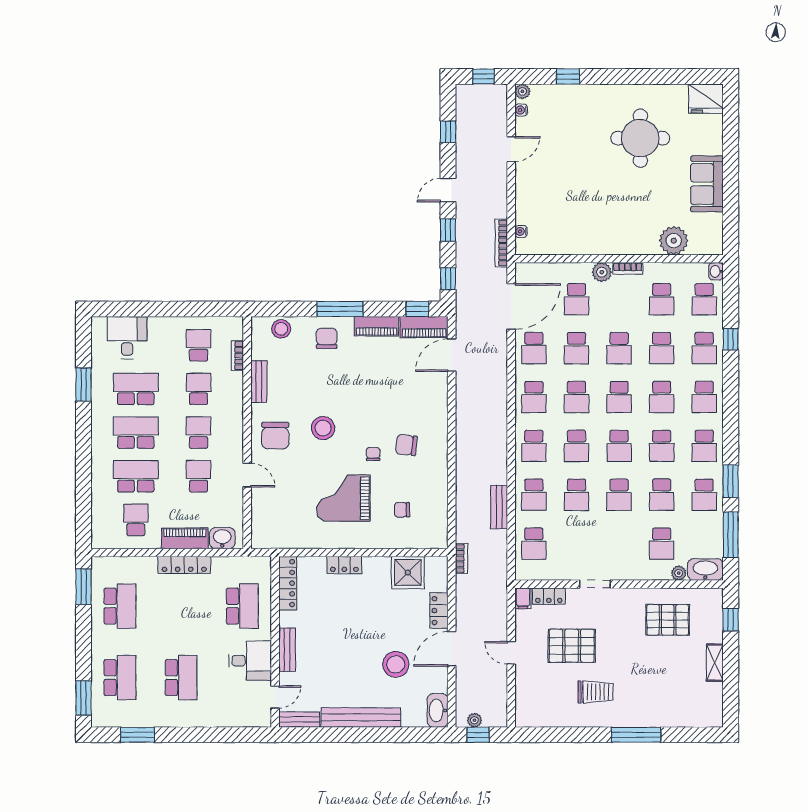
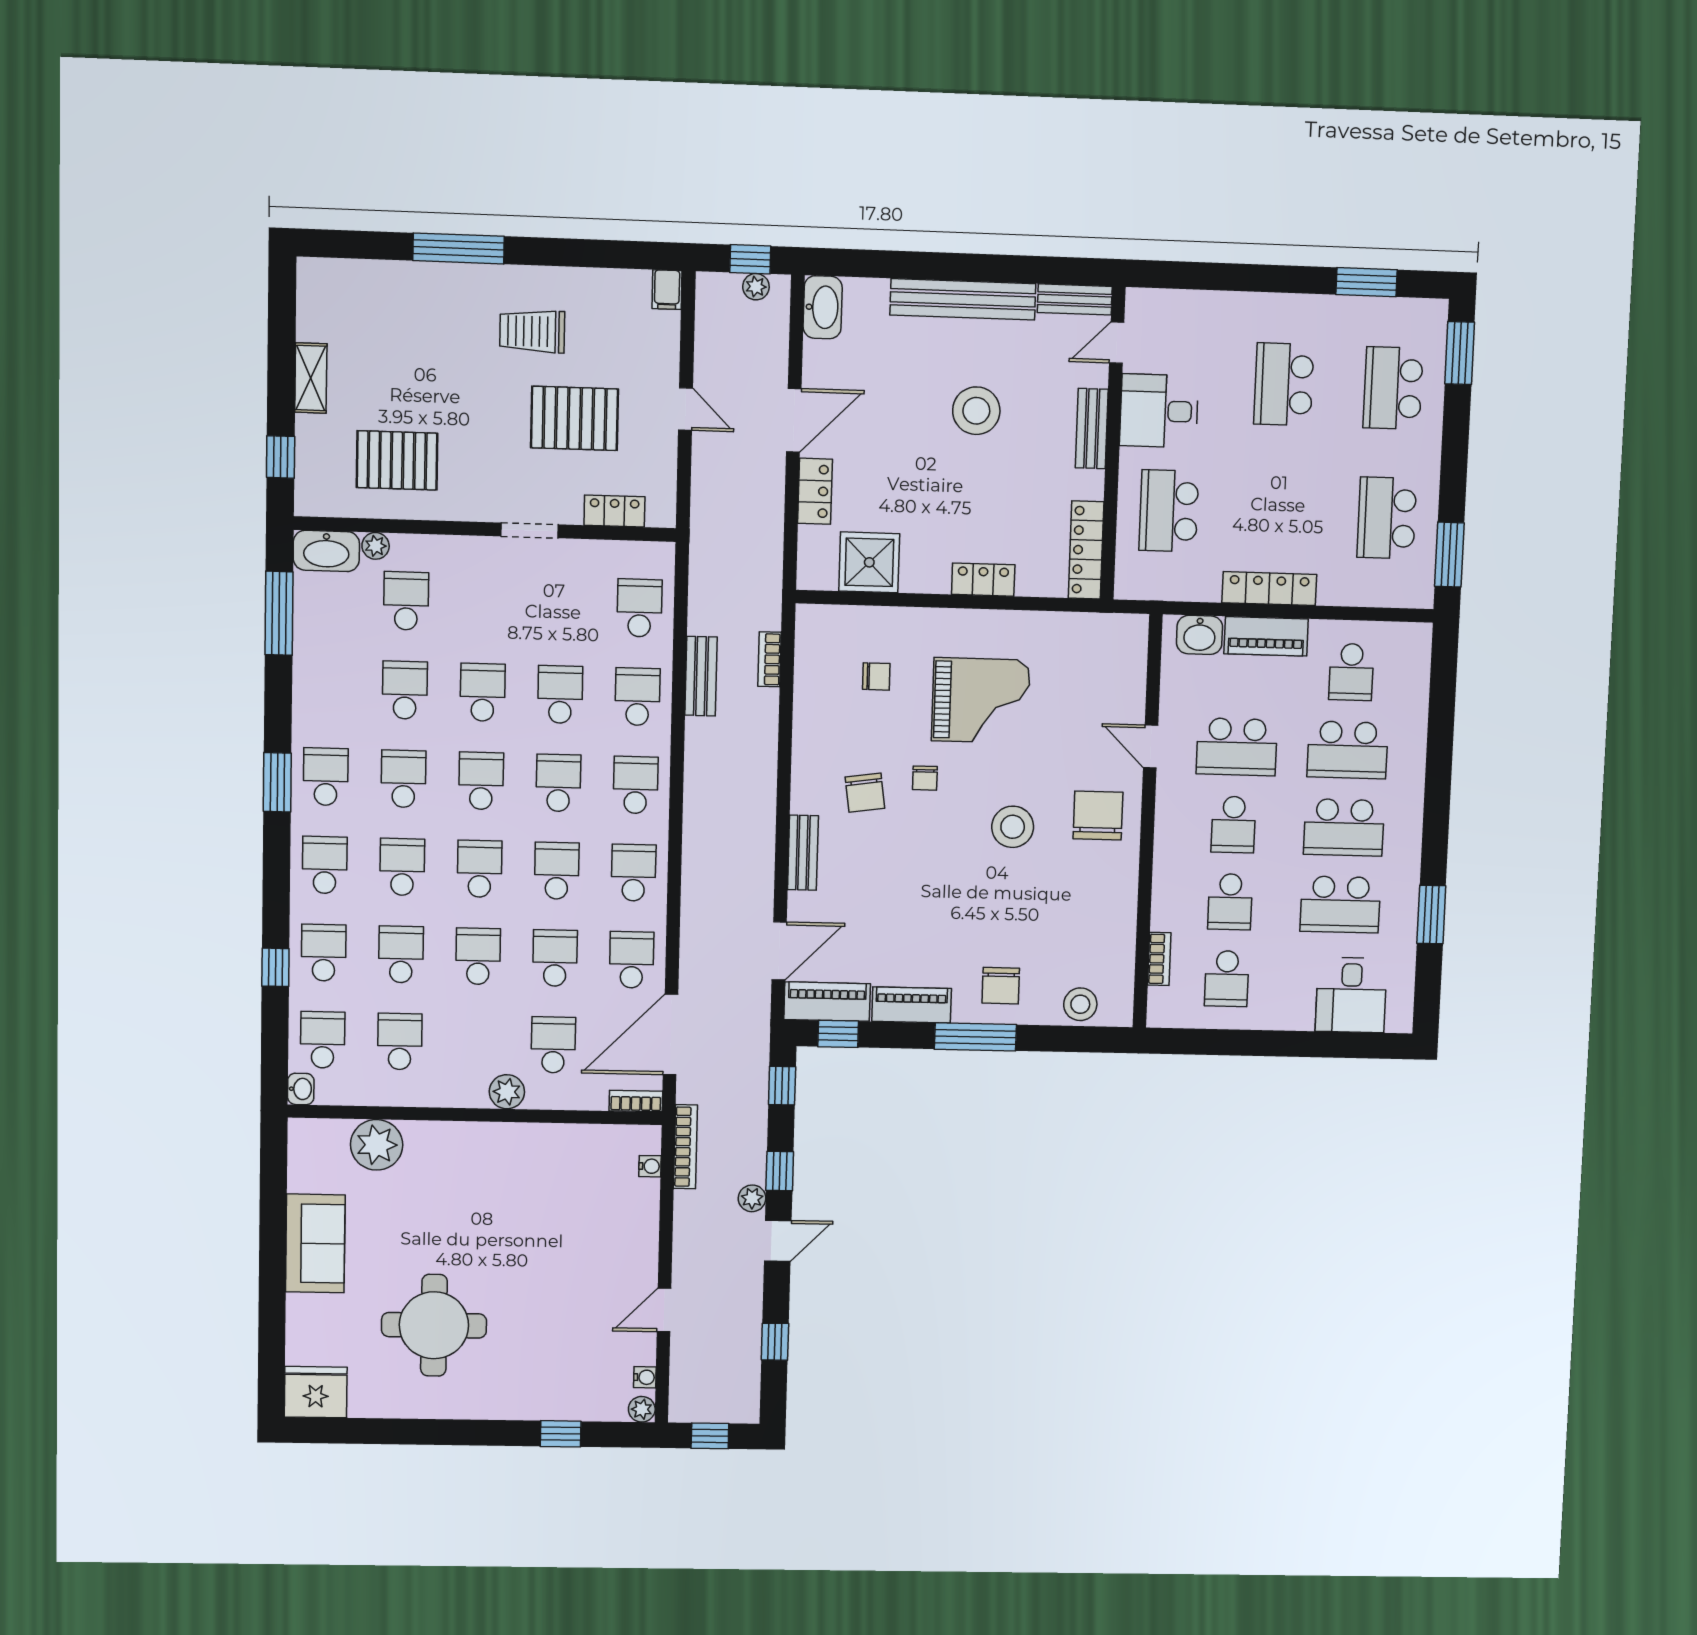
plant: (463, 214) -> (752, 1198), added
bookcase: (628, 268) -> (636, 1101), moved
bench: (259, 382) -> (803, 853), moved
chair: (406, 445) -> (865, 793), turned 76
school desk: (199, 476) -> (1237, 747), width x1.85
window: (731, 481) -> (277, 782), moved
school desk: (704, 495) -> (327, 688), removed
bookcase: (461, 558) -> (770, 659), moved
filing cabinet: (523, 598) -> (667, 290), moved, turned 180
stool: (396, 664) -> (976, 411), moved

